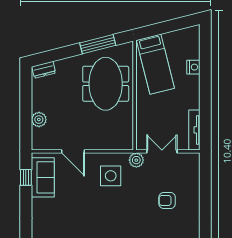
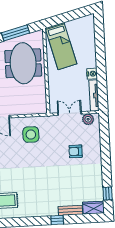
nightstand: (193, 67) -> (92, 74), moved
plant: (136, 160) -> (88, 119), moved

